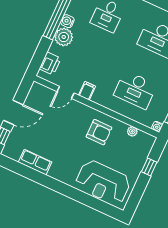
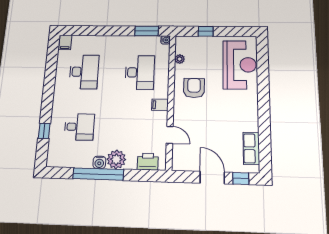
filing cabinet: (87, 91) -> (160, 105), moved
row of seats: (35, 162) -> (251, 148), moved

